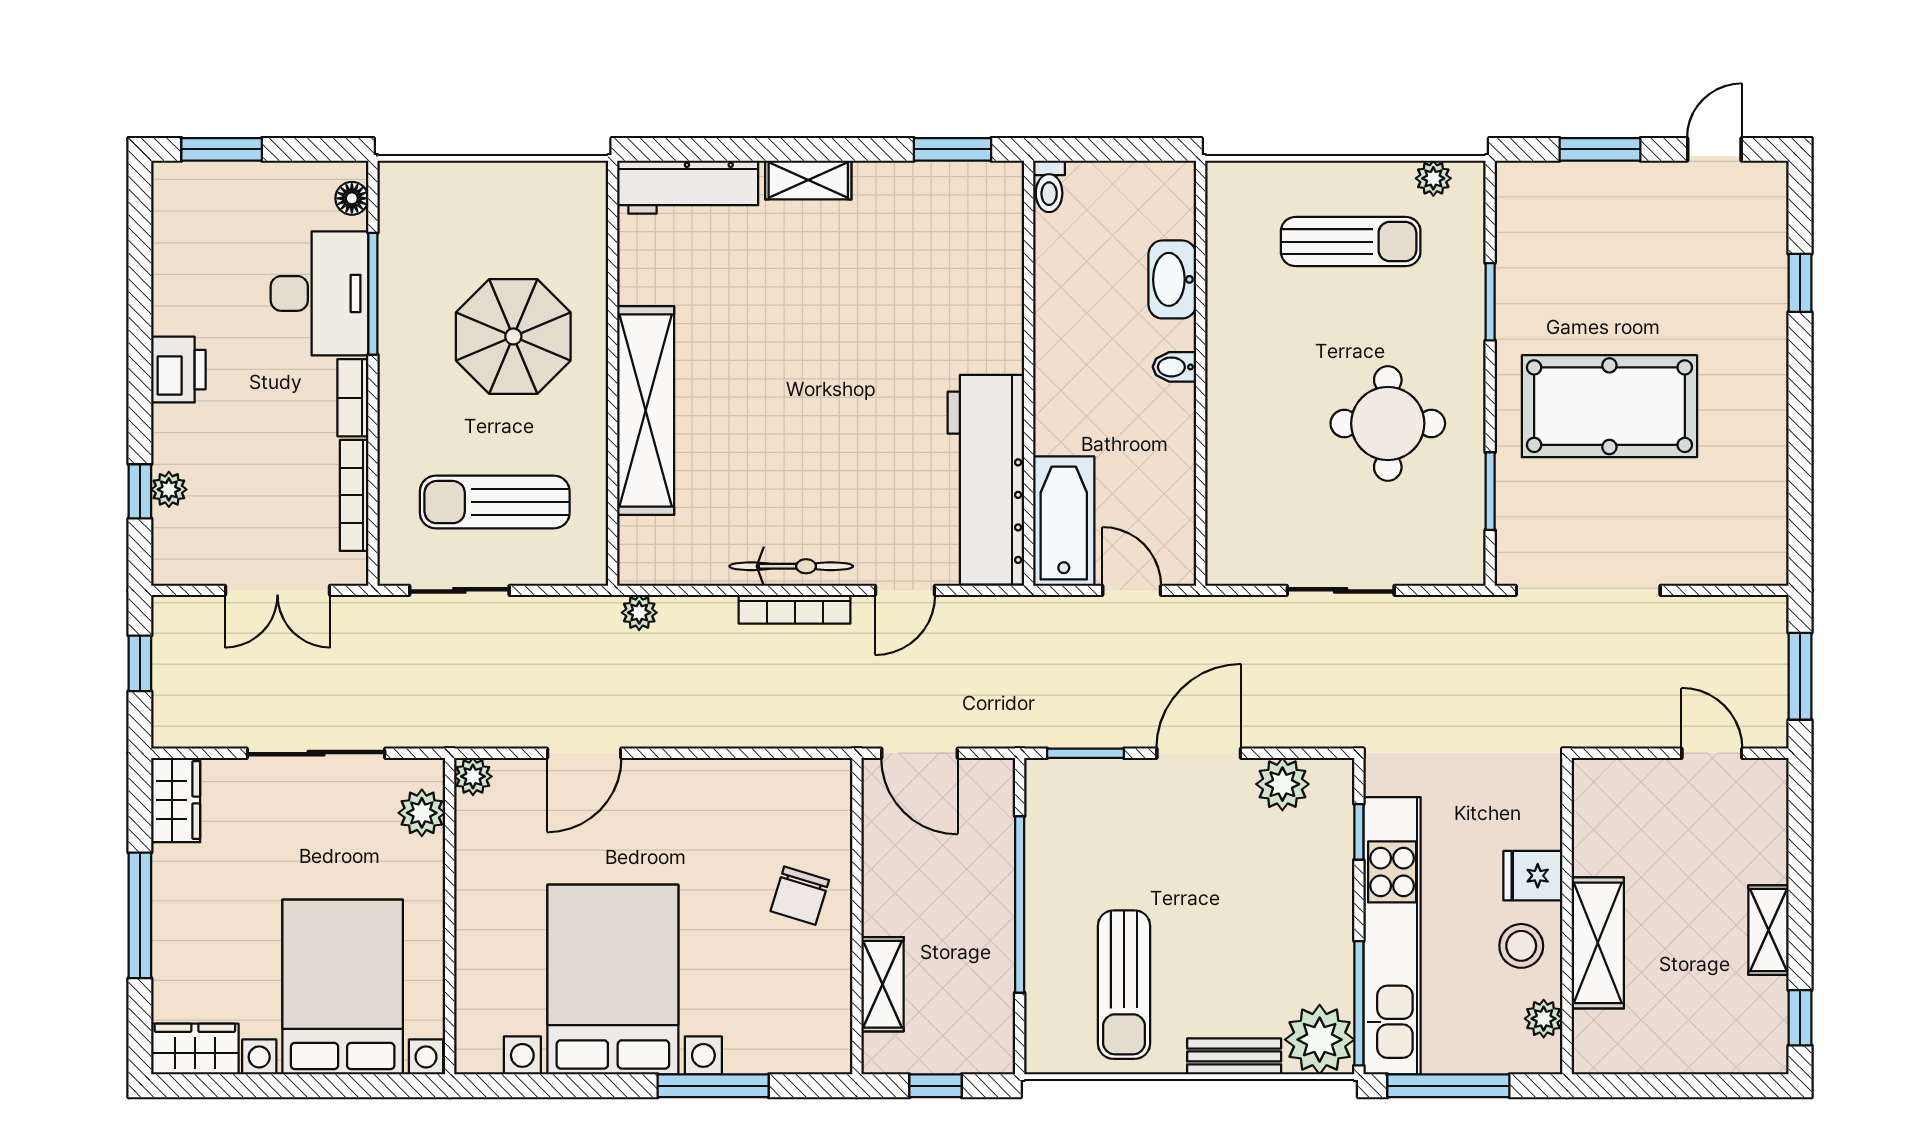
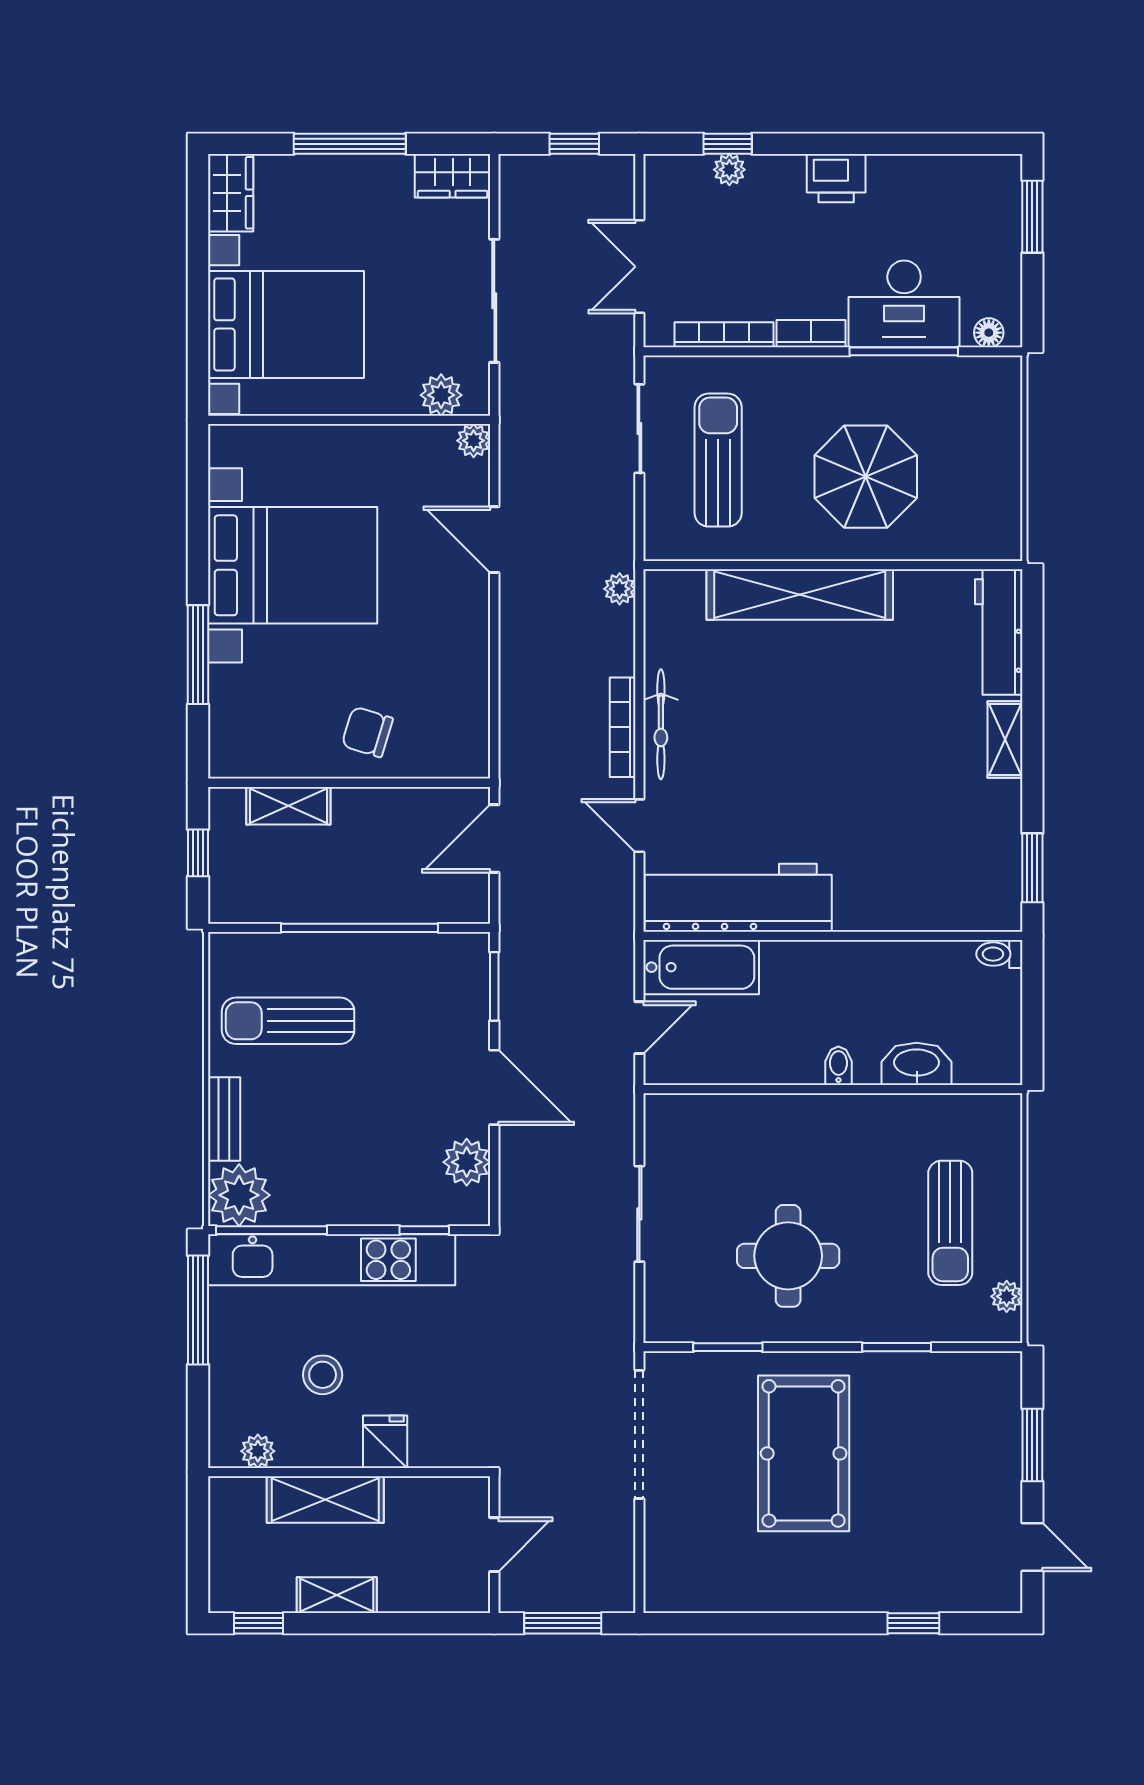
fridge: (1533, 876) -> (385, 1442), moved
wall: (1567, 916) -> (349, 1472), moved
shelving: (1598, 943) -> (325, 1499), moved
plant: (1544, 1019) -> (258, 1451), moved

